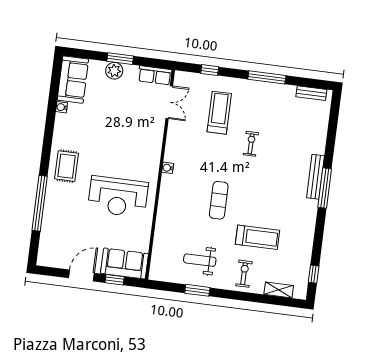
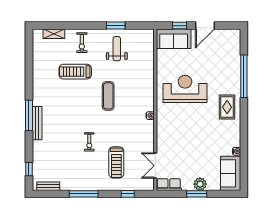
weight bench: (200, 260) -> (117, 49), turned -90
window: (314, 274) -> (29, 169), moved

